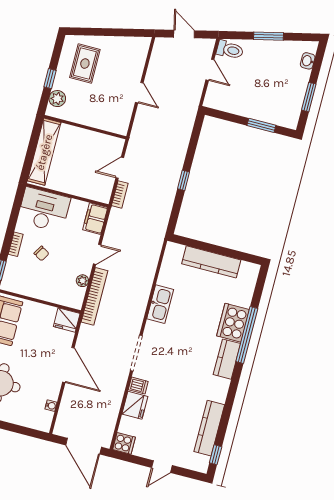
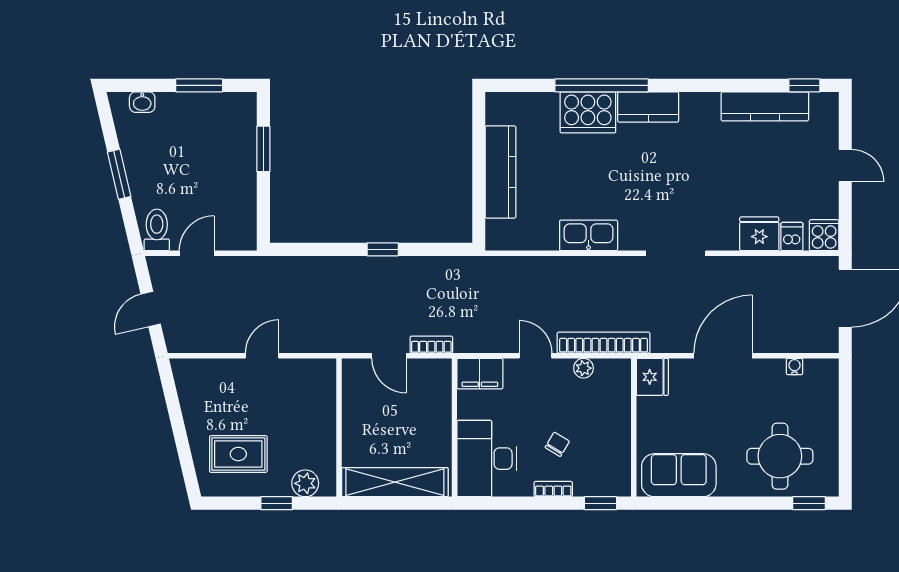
dishwasher: (138, 386) -> (792, 237), moved

